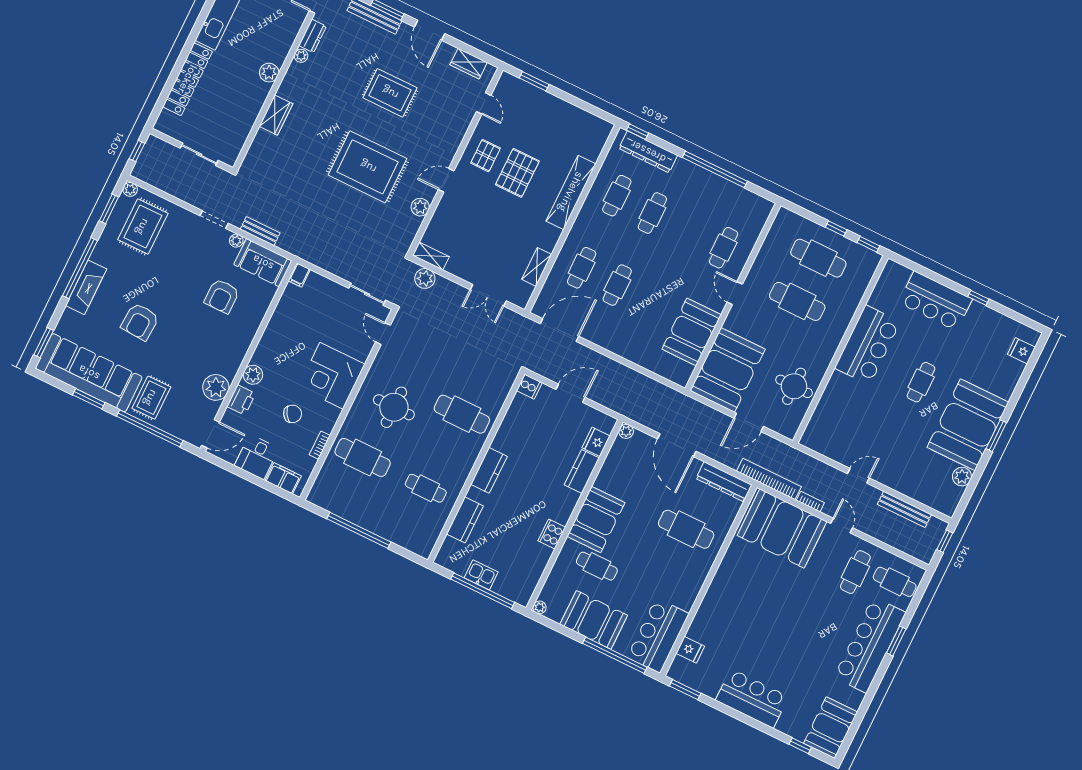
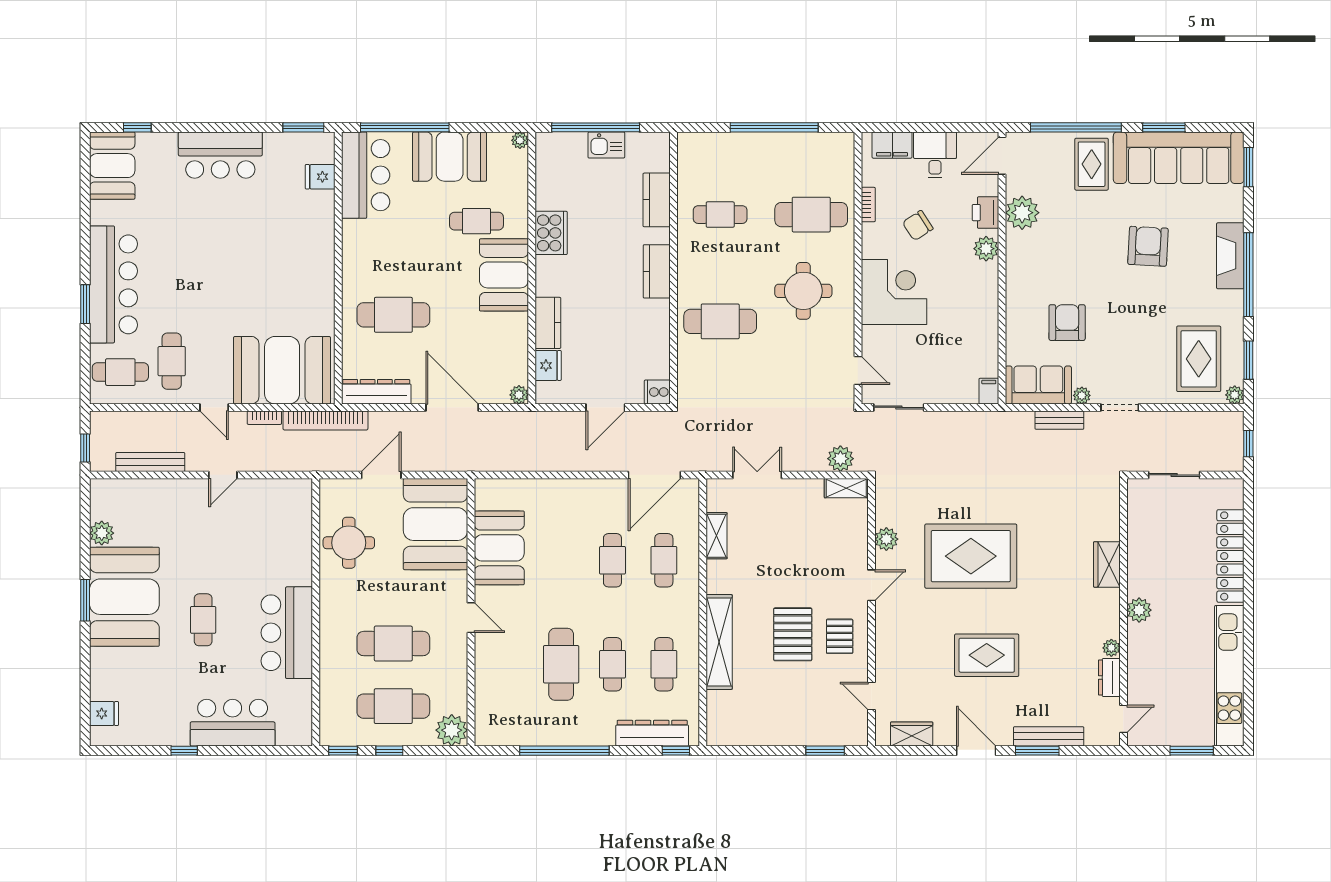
plant: (786, 222) -> (452, 730), added
cafe table: (724, 248) -> (561, 664), moved, width x1.37, depth x1.35
cooker: (552, 534) -> (551, 233), width x1.37, depth x1.31

